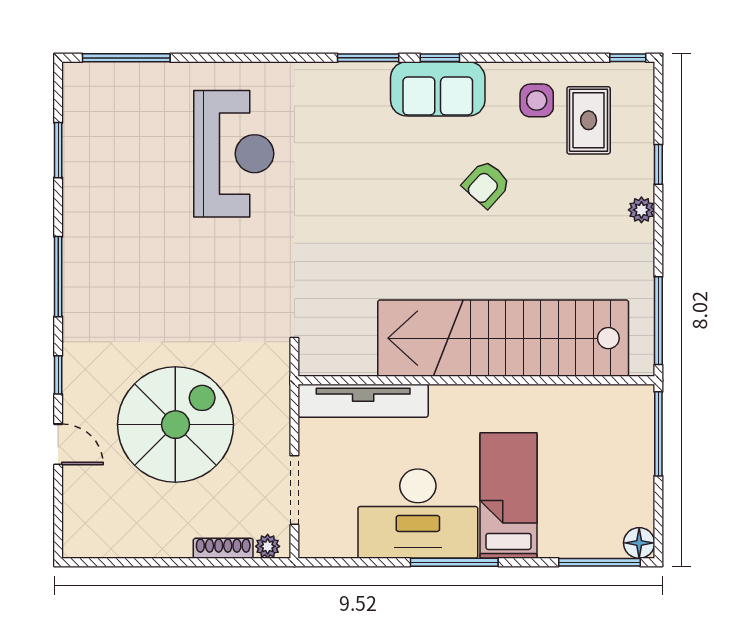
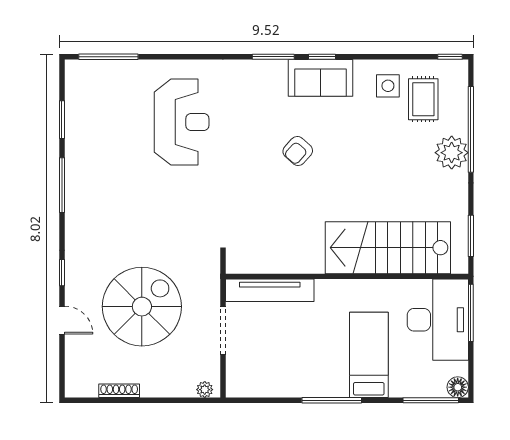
window: (658, 164) -> (471, 129), width x3.17
armchair: (486, 184) -> (298, 151), moved
plant: (641, 210) -> (452, 153), width x1.88, depth x1.88
window: (58, 277) -> (62, 185), moved
window: (658, 321) -> (471, 236), width x0.69
stairs: (503, 338) -> (388, 248), width x0.73
doorway: (294, 490) -> (223, 331), moved
desk: (418, 514) -> (438, 320), moved, turned -90
shoe rack: (223, 548) -> (119, 391), moved

